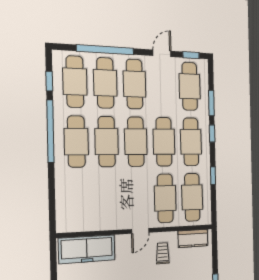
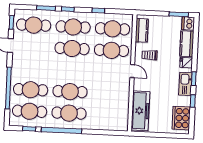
cafe table: (134, 84) -> (32, 68), removed
cafe table: (136, 142) -> (71, 70), removed

